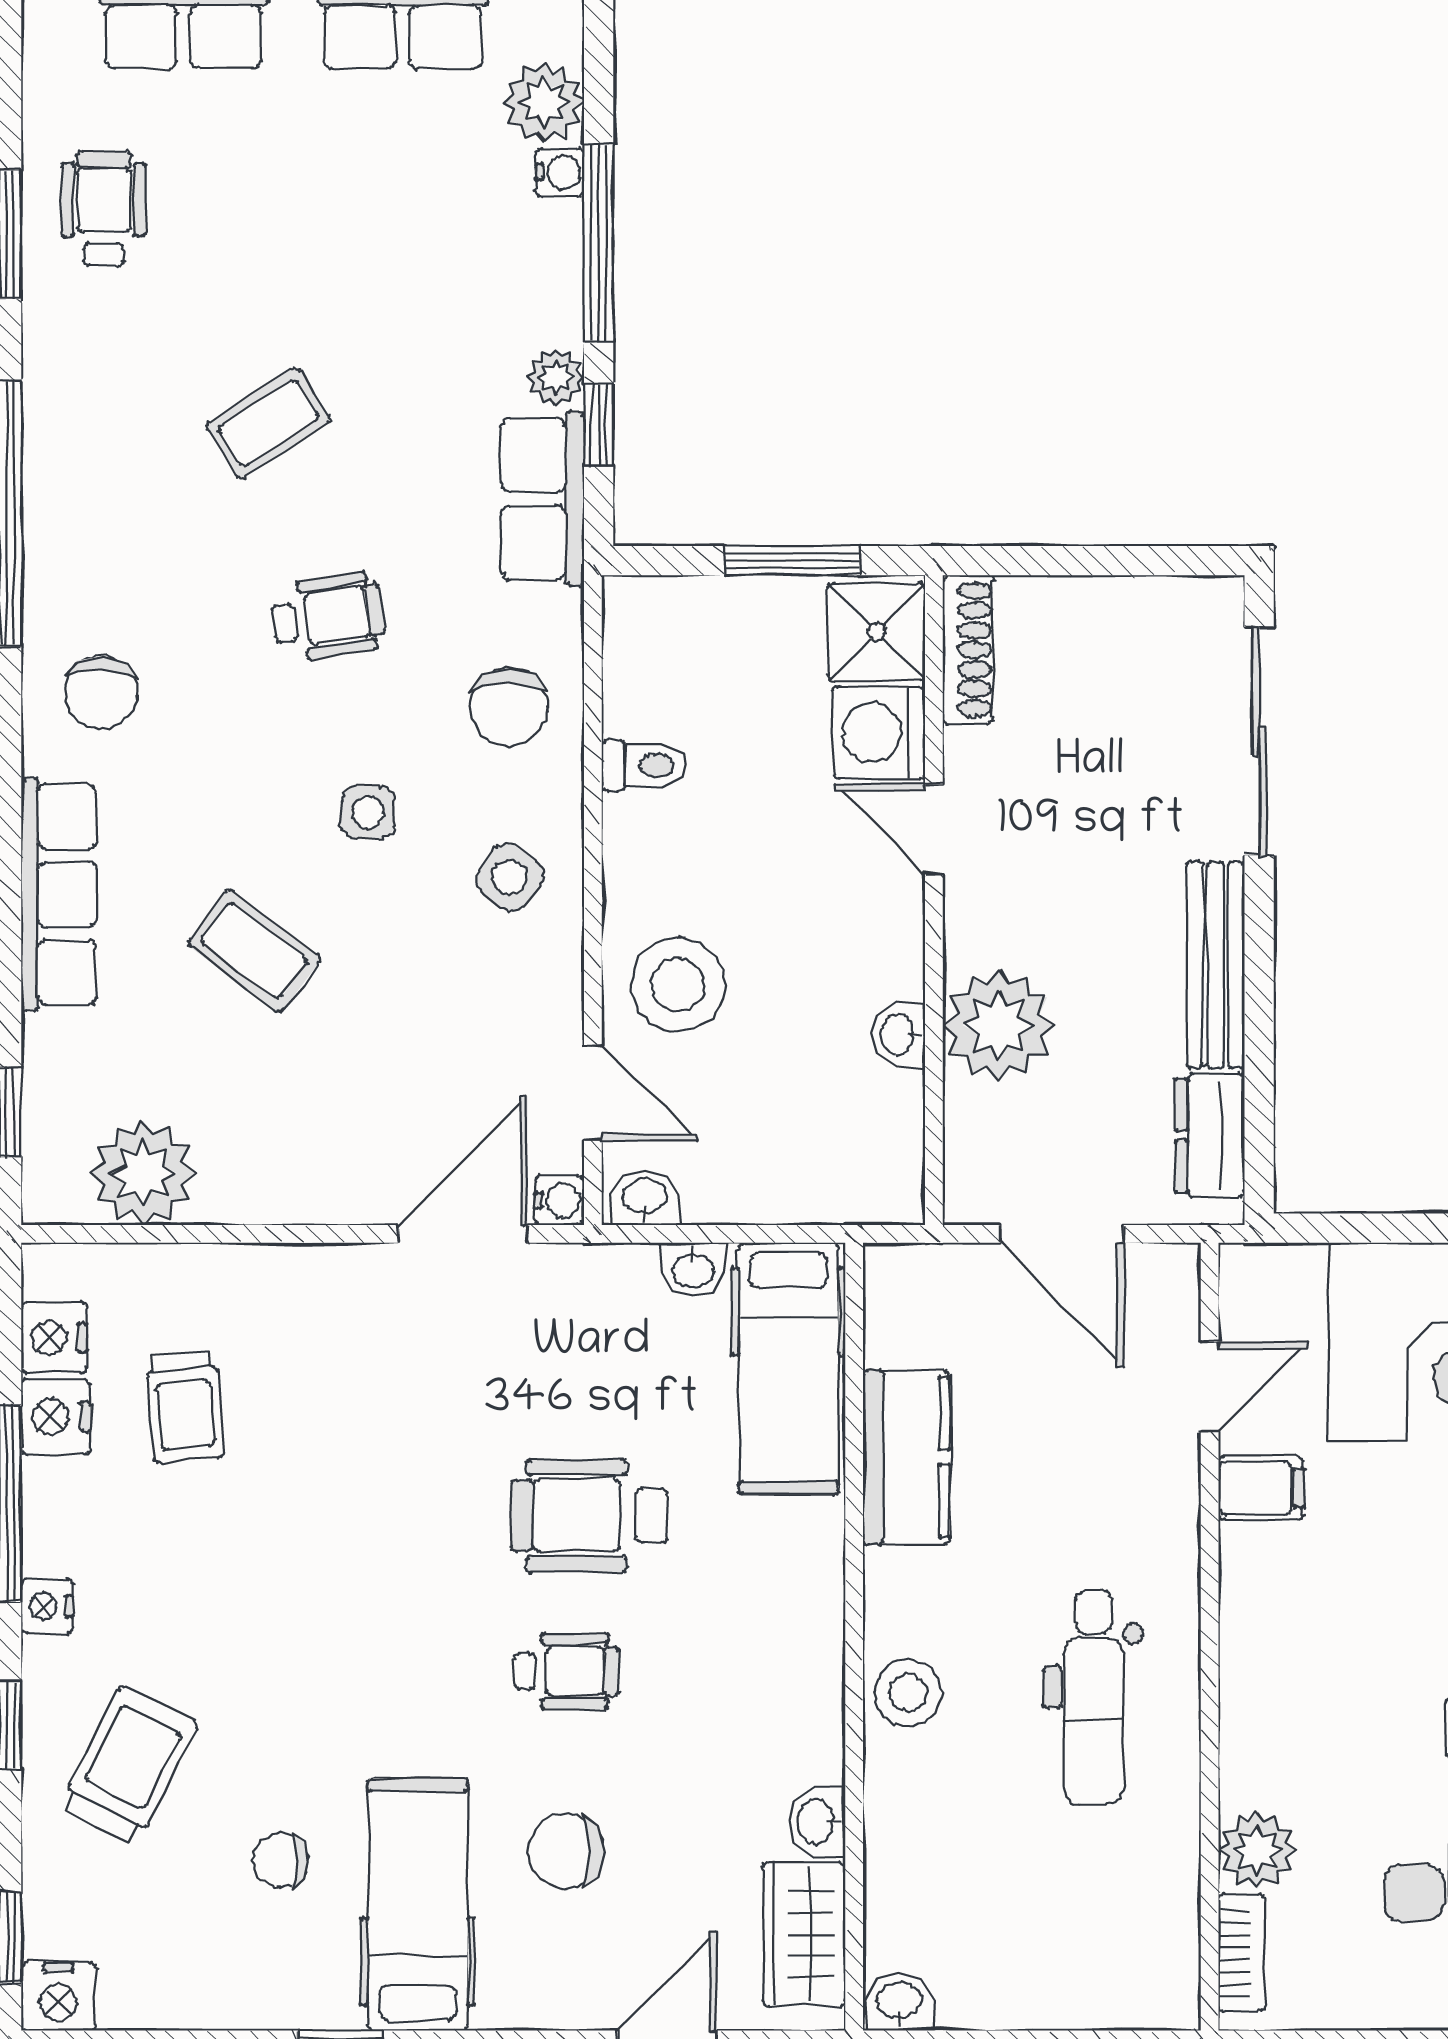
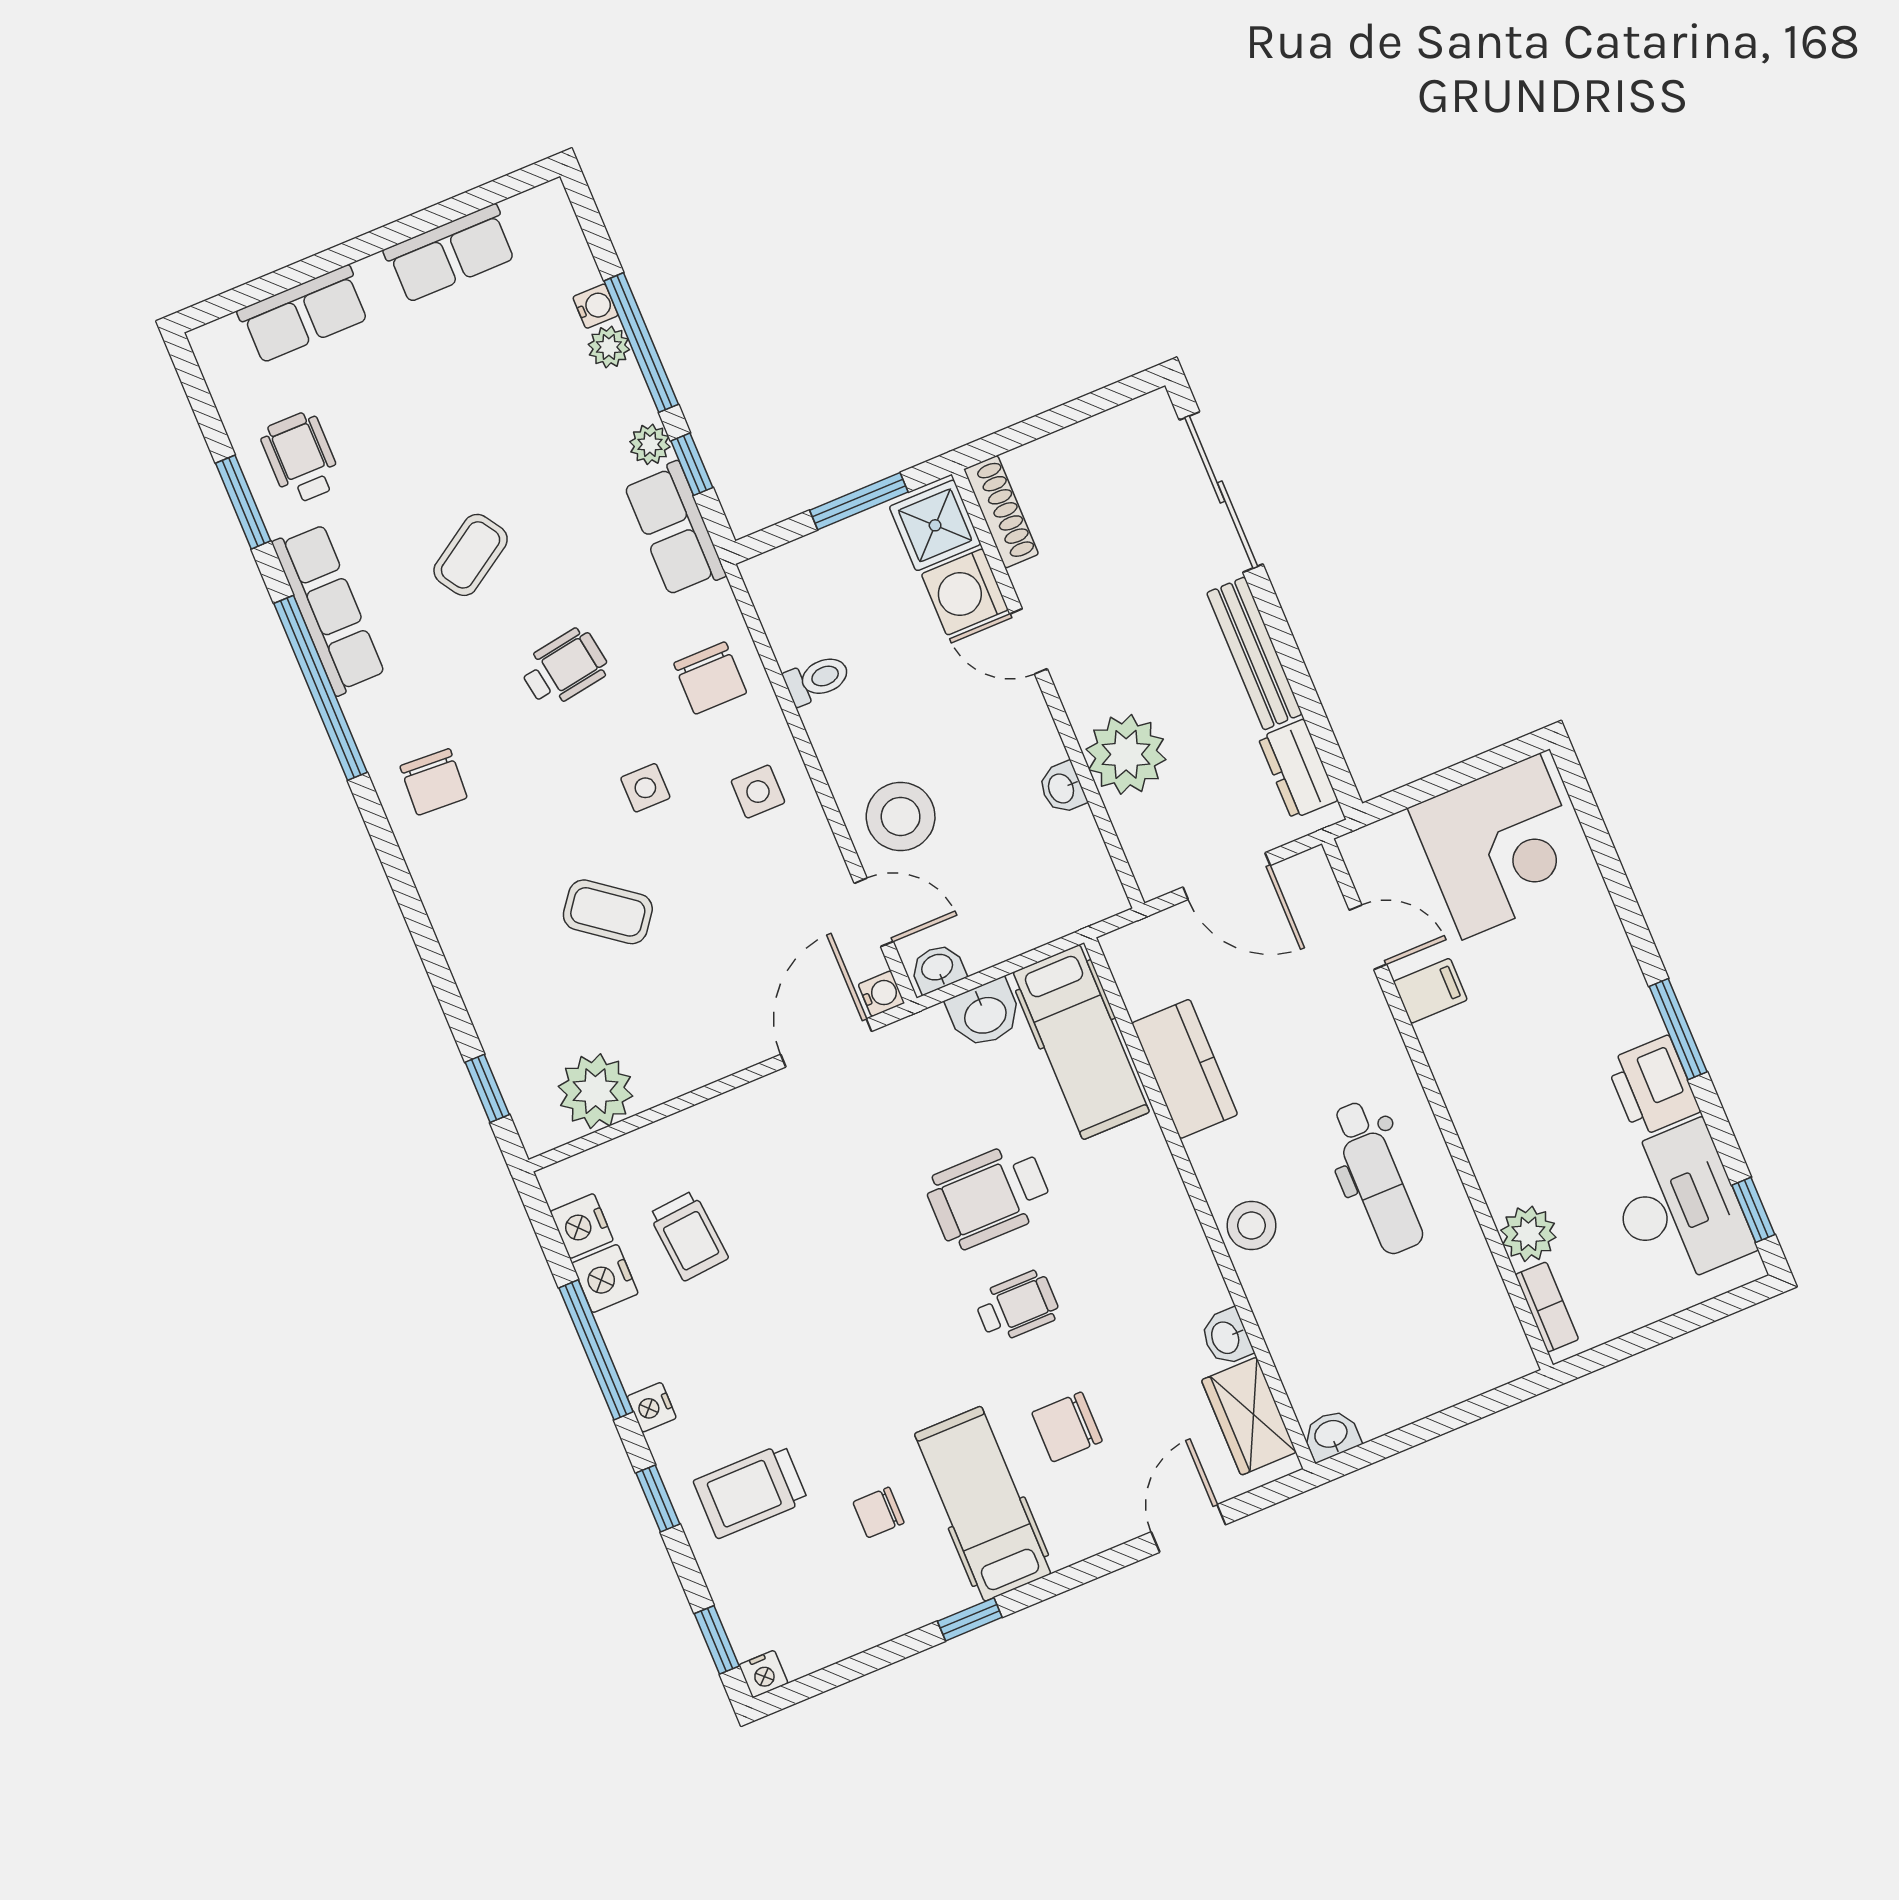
plant: (544, 102) -> (609, 347), moved, width x0.73, depth x0.73
side table: (509, 877) -> (758, 792), turned -36
row of seats: (59, 894) -> (329, 609), moved
washbasin: (693, 1269) -> (985, 1014), width x1.38, depth x1.45
door: (1210, 1387) -> (1368, 937), hinge flipped
trolley: (129, 1765) -> (751, 1491), turned -117
nightstand: (58, 1996) -> (763, 1674), width x0.72, depth x0.74

